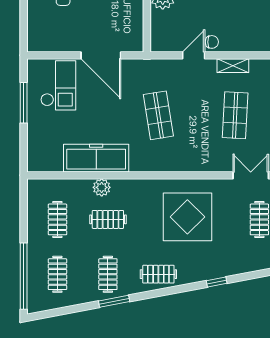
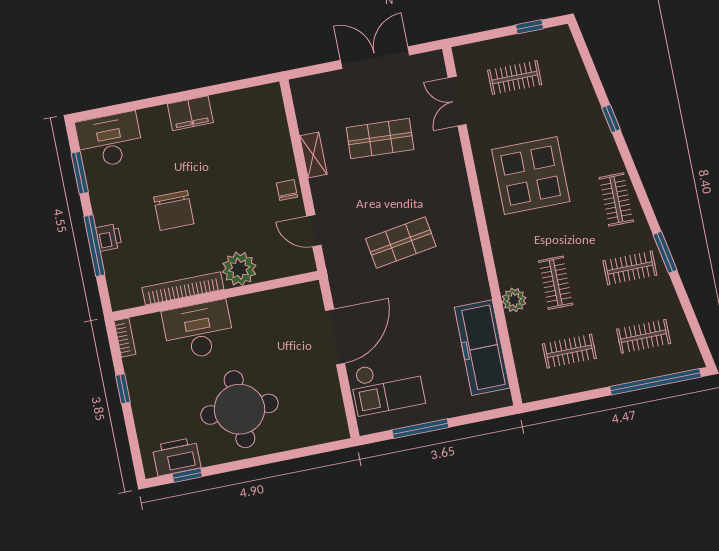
door: (194, 55) -> (314, 231), moved
checkout: (58, 85) -> (387, 386), turned 180
freezer: (96, 158) -> (482, 348), moved

